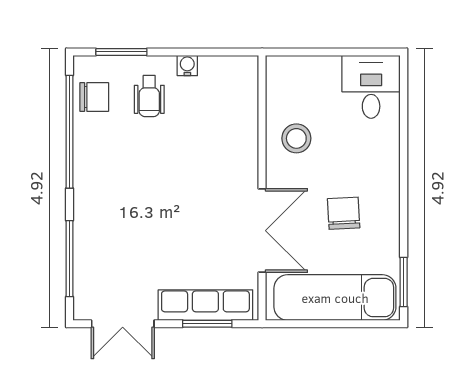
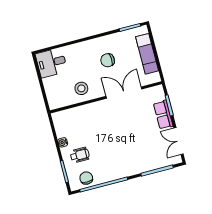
exam couch: (335, 298) -> (147, 54), width x0.73, depth x0.69
row of seats: (205, 305) -> (163, 115), width x0.68
double door: (123, 324) -> (179, 141), swing flipped

